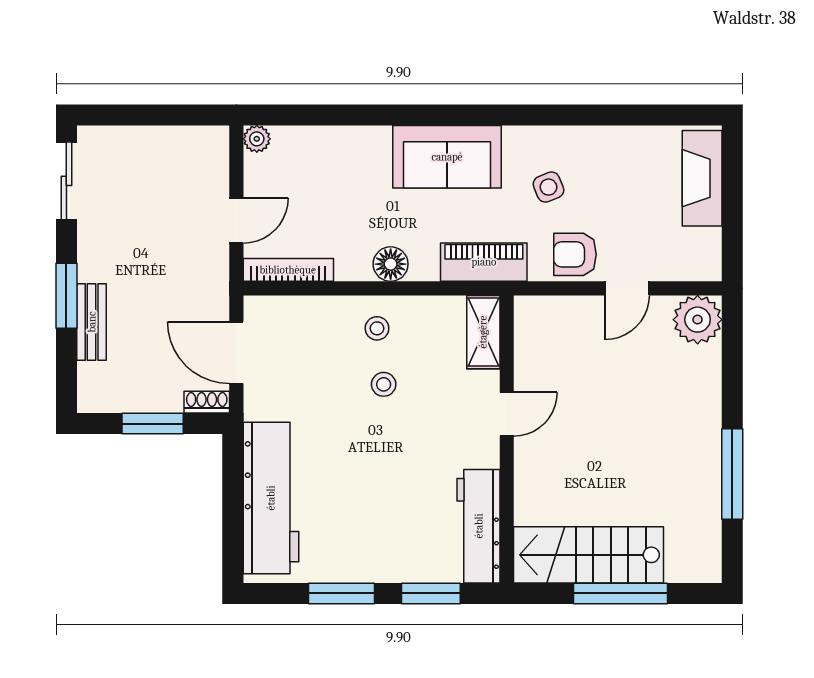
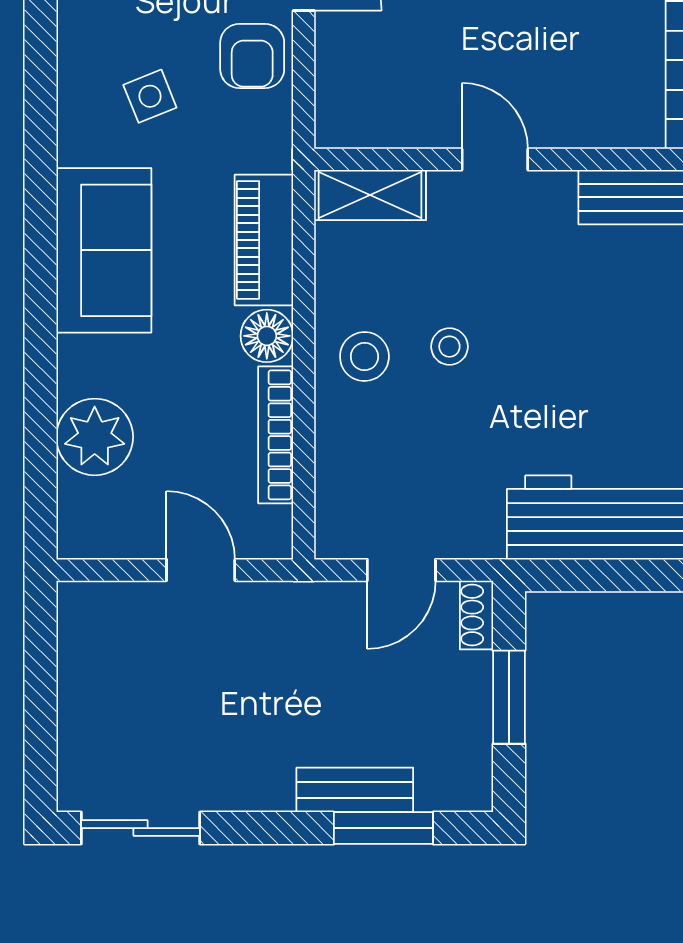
plant: (257, 139) -> (95, 437), moved, width x1.88, depth x1.88
piano: (484, 262) -> (264, 240), moved
bookcase: (288, 270) -> (276, 435), moved
window: (66, 296) -> (383, 828), moved
stool: (377, 328) -> (364, 357), width x1.37, depth x1.37
door: (236, 353) -> (401, 570), width x0.73

